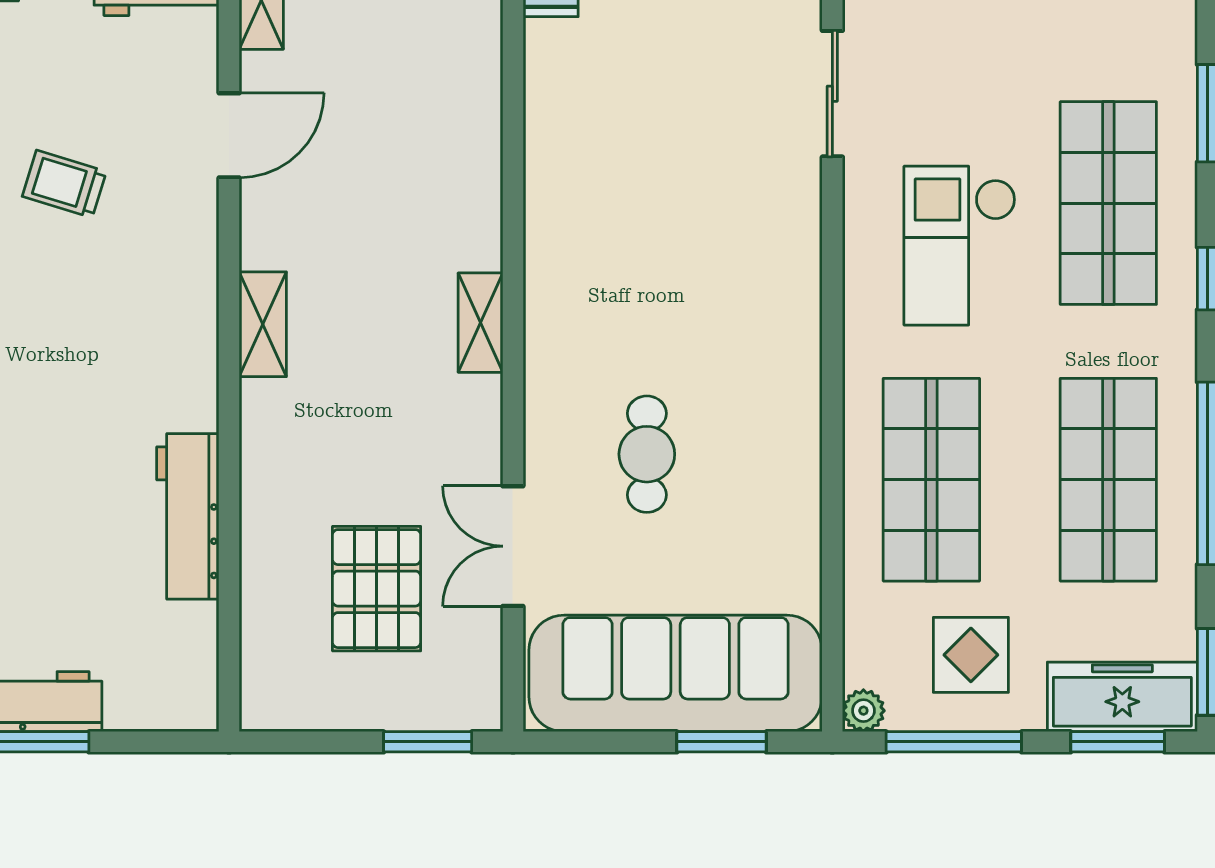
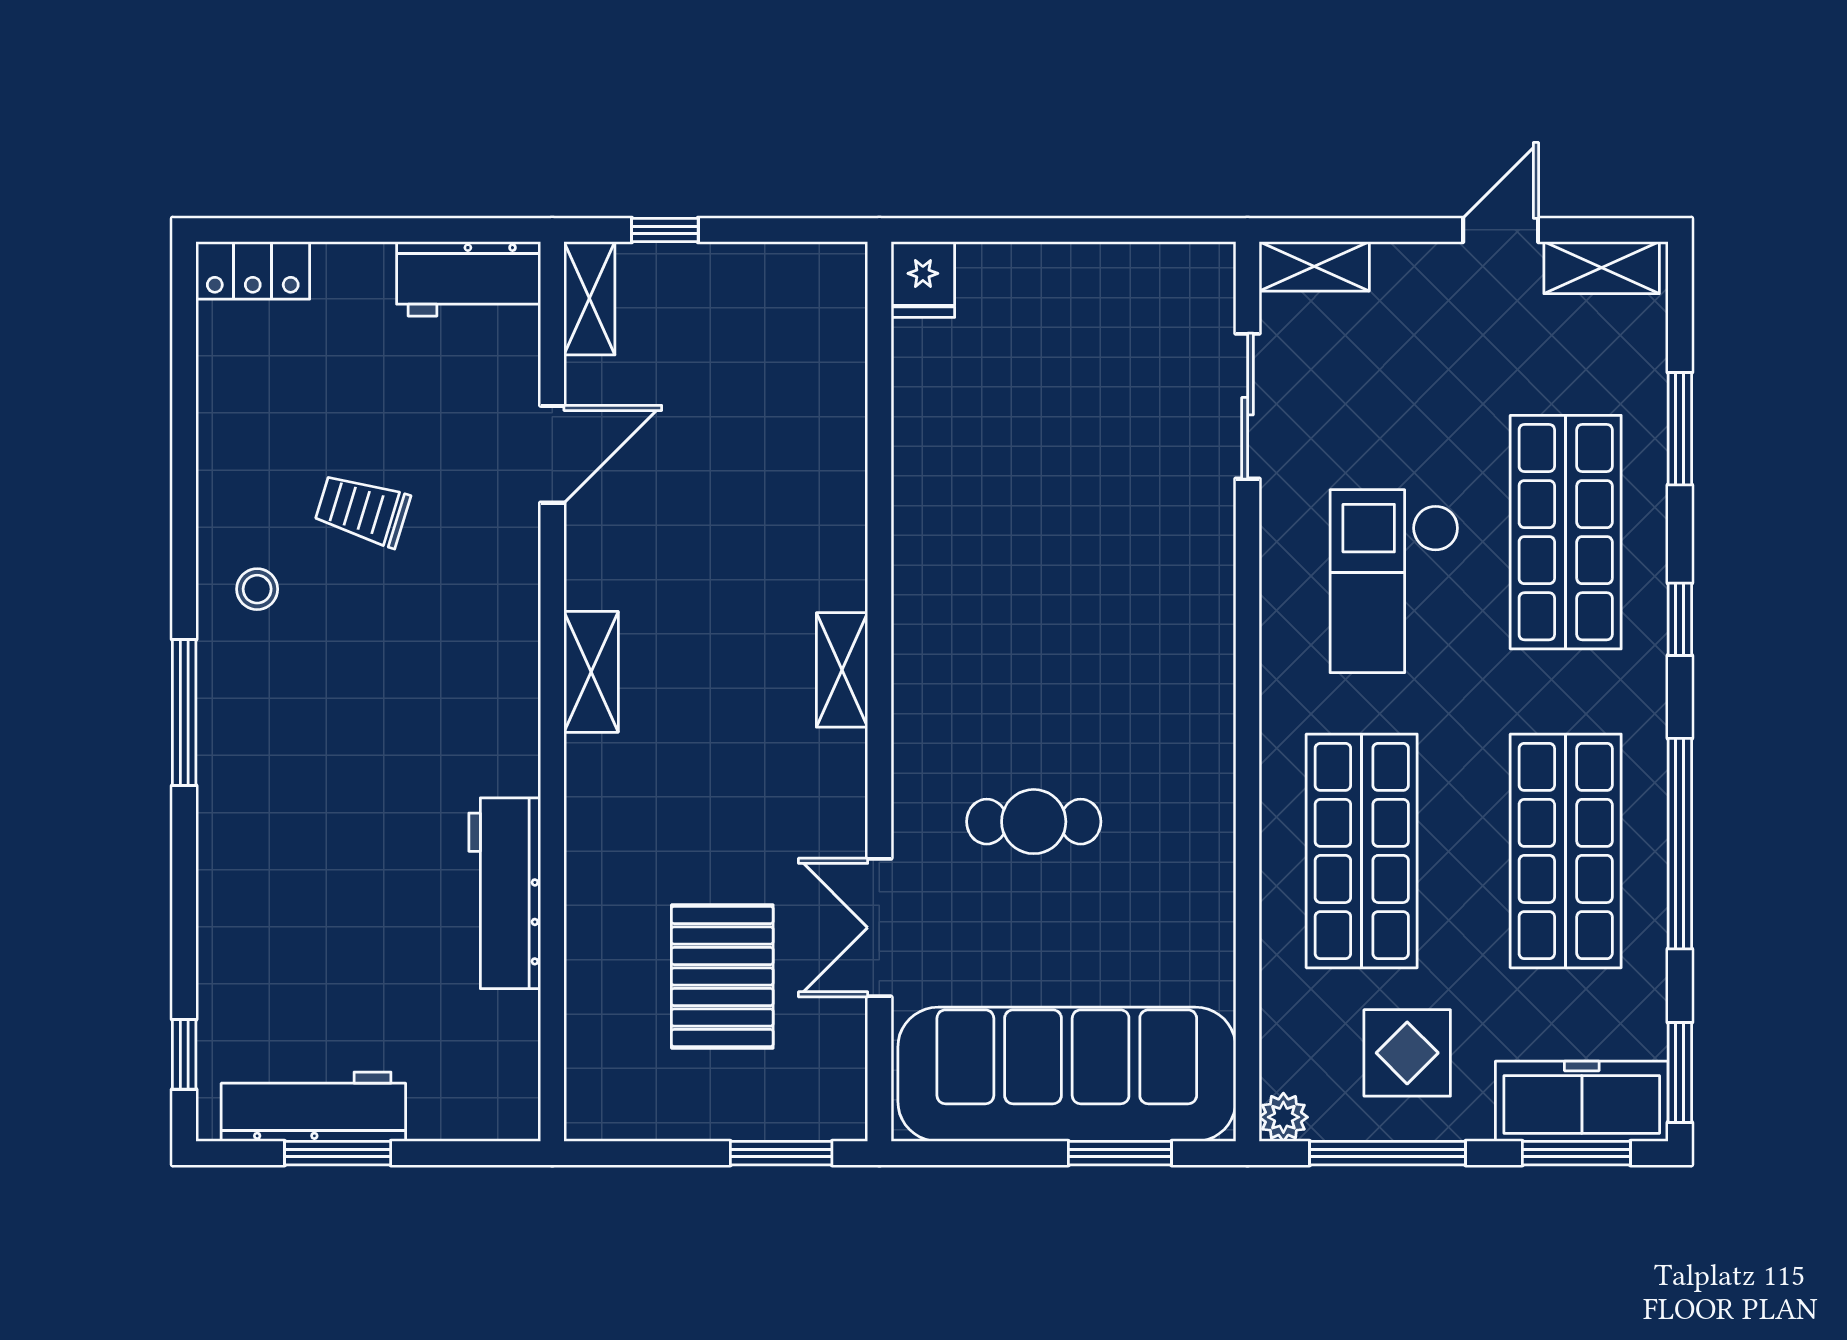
cafe table: (647, 454) -> (1034, 822), turned 90

